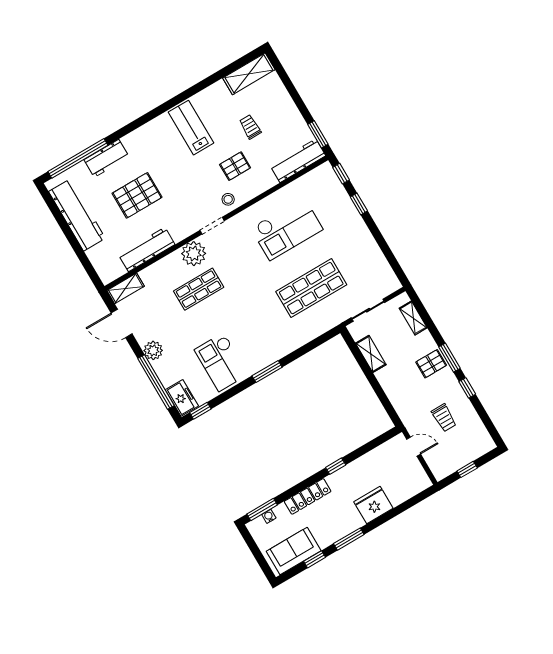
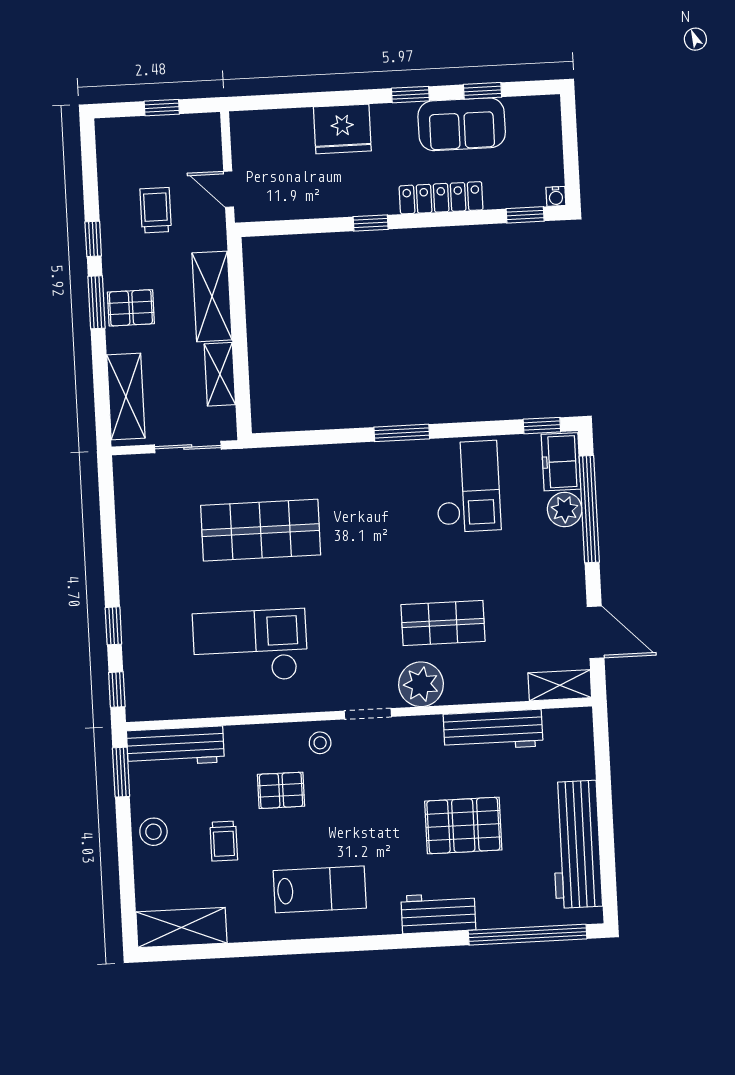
stool: (287, 113) -> (153, 832), added
lab bench: (191, 128) -> (320, 889), turned -90
workbench: (107, 158) -> (438, 913), moved
shelving: (413, 318) -> (126, 396), width x1.50, depth x1.33
plant: (153, 350) -> (565, 509), moved
shelving: (394, 390) -> (212, 296), added
window: (262, 509) -> (525, 215), width x0.67
water cooler: (269, 516) -> (556, 196), moved
window: (349, 539) -> (410, 95), width x0.67
sofa: (294, 551) -> (462, 124), moved

